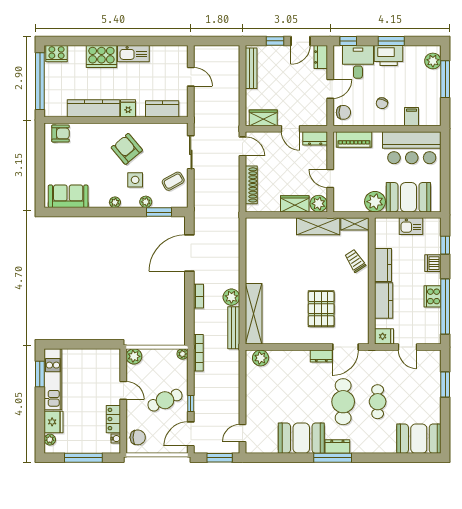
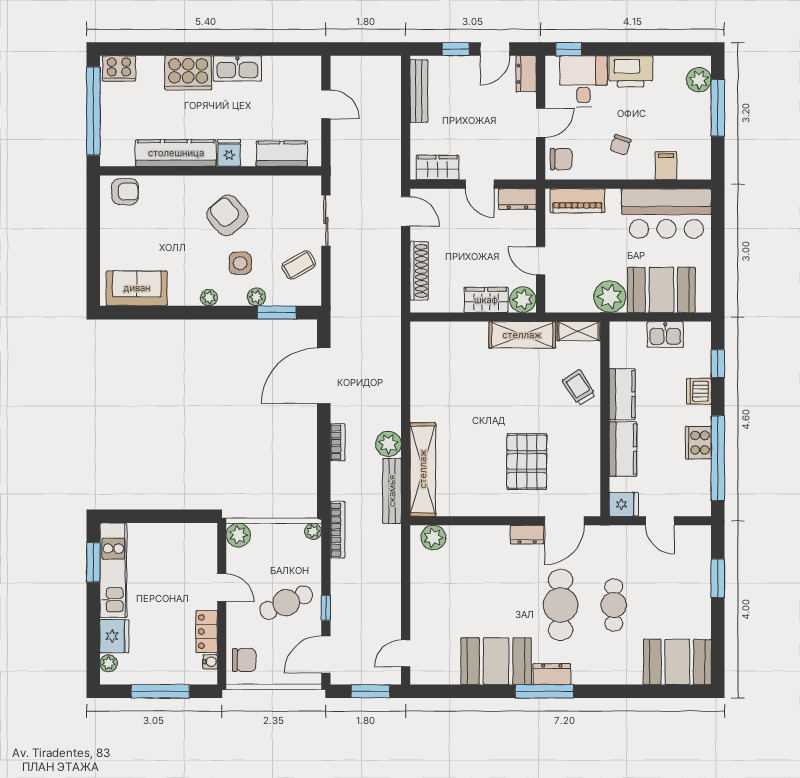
window: (391, 41) -> (635, 49), removed

